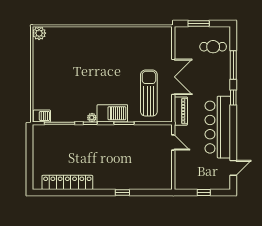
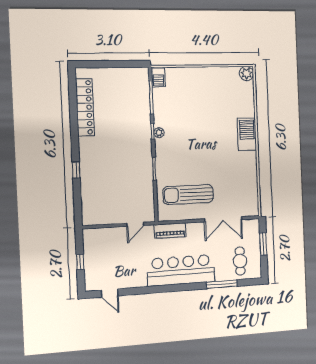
double door: (173, 77) -> (223, 219), moved
sun lounger: (149, 93) -> (188, 195), turned 180
window: (233, 97) -> (187, 287), removed
barbecue: (112, 113) -> (247, 134), moved, turned 180
bar counter: (218, 127) -> (181, 270), moved

